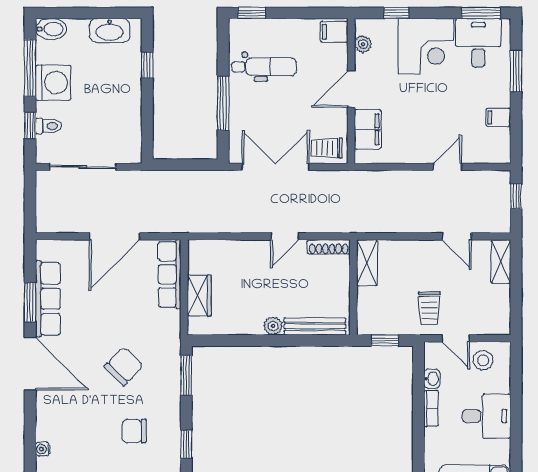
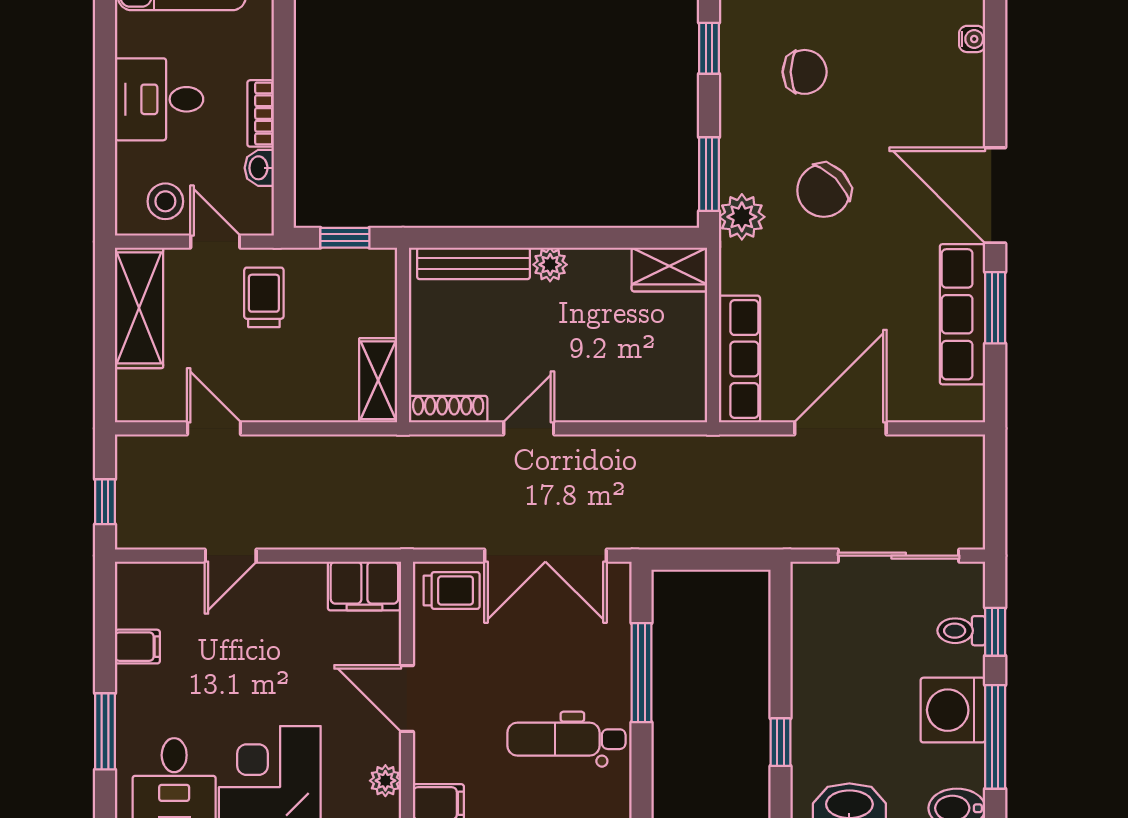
door: (351, 89) -> (407, 698), swing flipped
filing cabinet: (368, 129) -> (364, 586), moved, turned -90
shelving: (501, 262) -> (139, 308), moved, width x1.50, depth x1.33
wardrobe: (199, 295) -> (669, 269), moved, turned -90
plant: (168, 352) -> (742, 217), added

